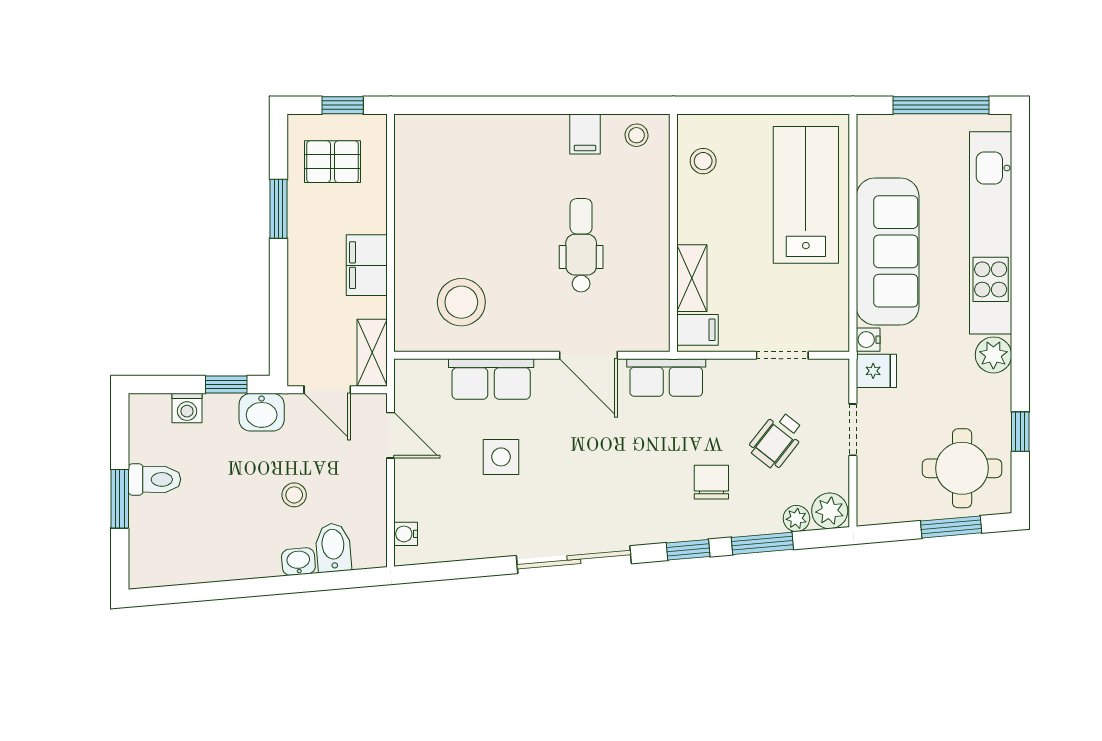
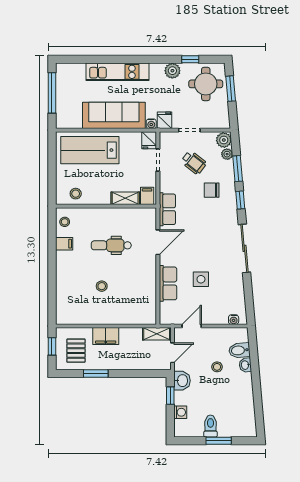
kitchen unit: (991, 233) -> (117, 72), width x0.73
filing cabinet: (367, 265) -> (106, 336), moved
stool: (461, 302) -> (102, 286), moved, width x0.53, depth x0.53
fridge: (829, 335) -> (149, 140), added
plant: (993, 355) -> (172, 71), moved

